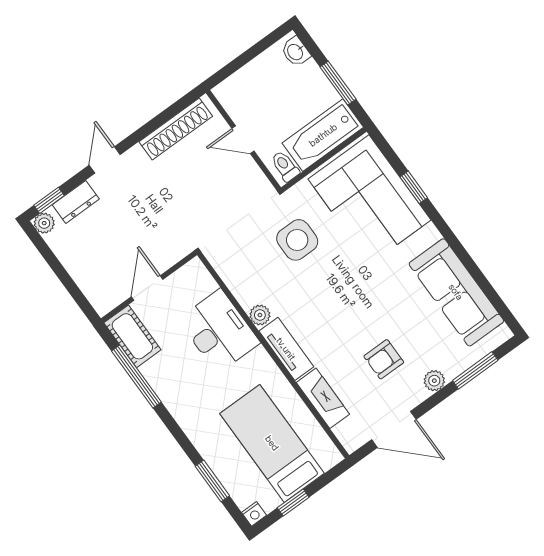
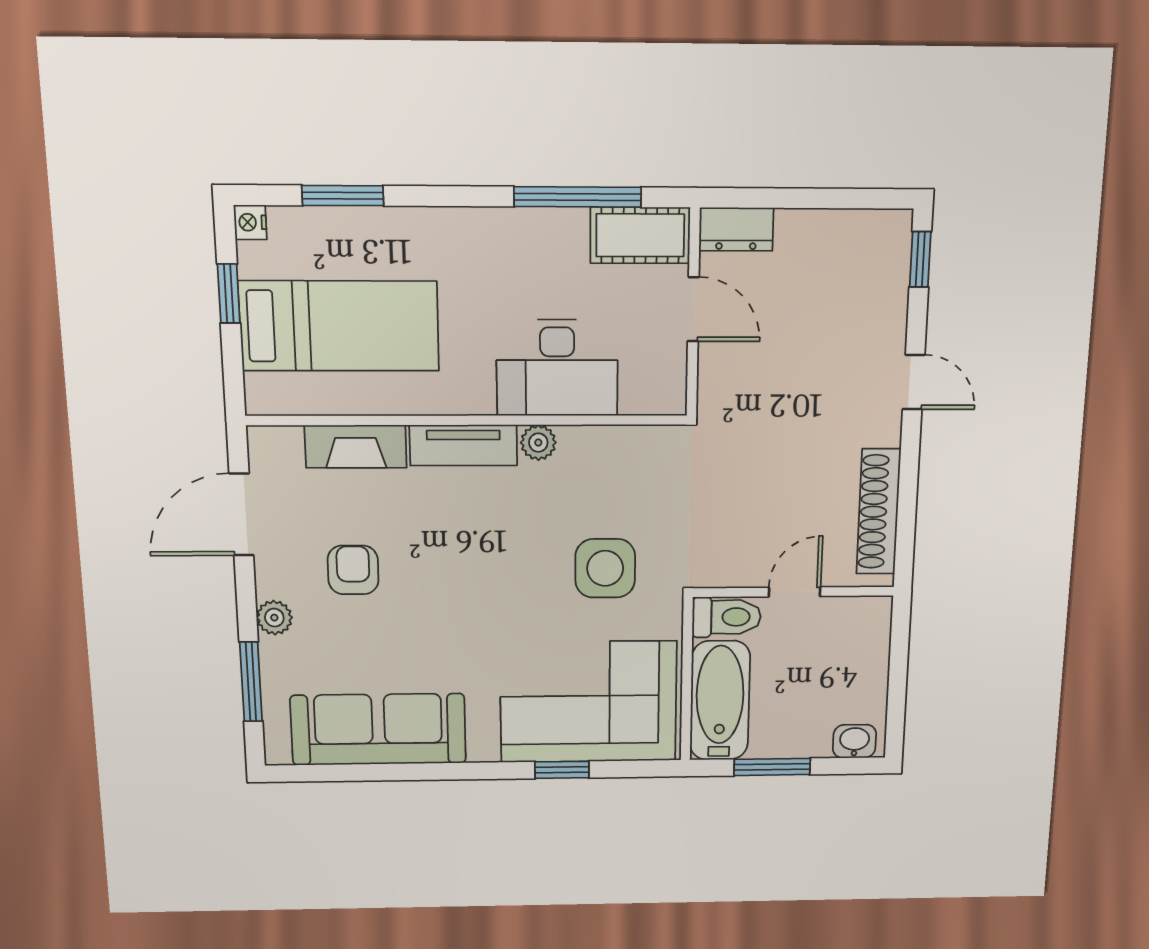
toilet: (285, 166) -> (726, 617), width x1.37, depth x1.39
dresser: (76, 202) -> (736, 229), moved, turned -90
plant: (44, 223) -> (895, 228), removed

